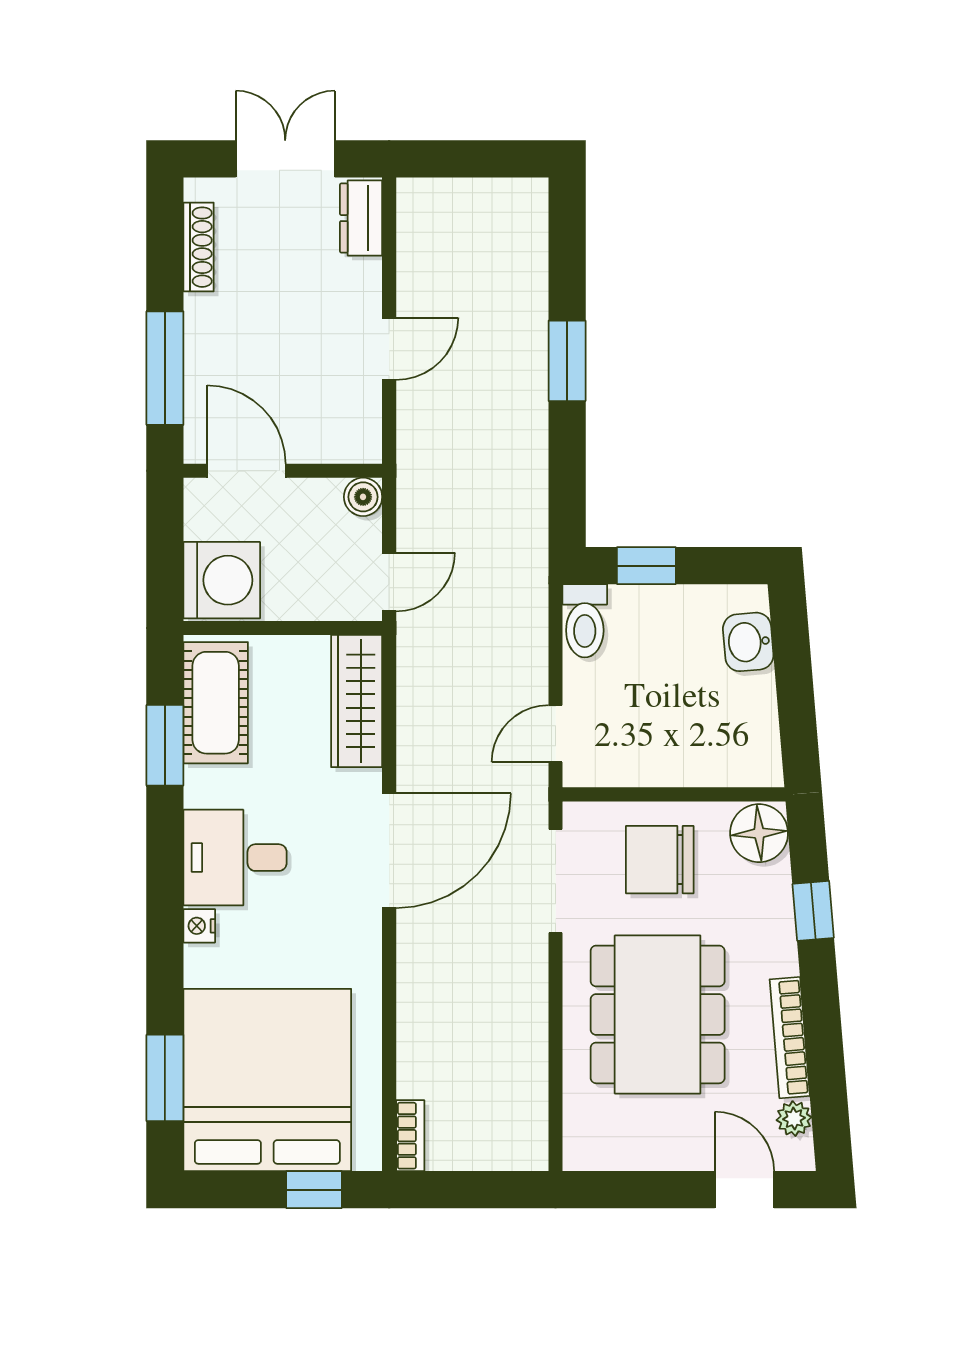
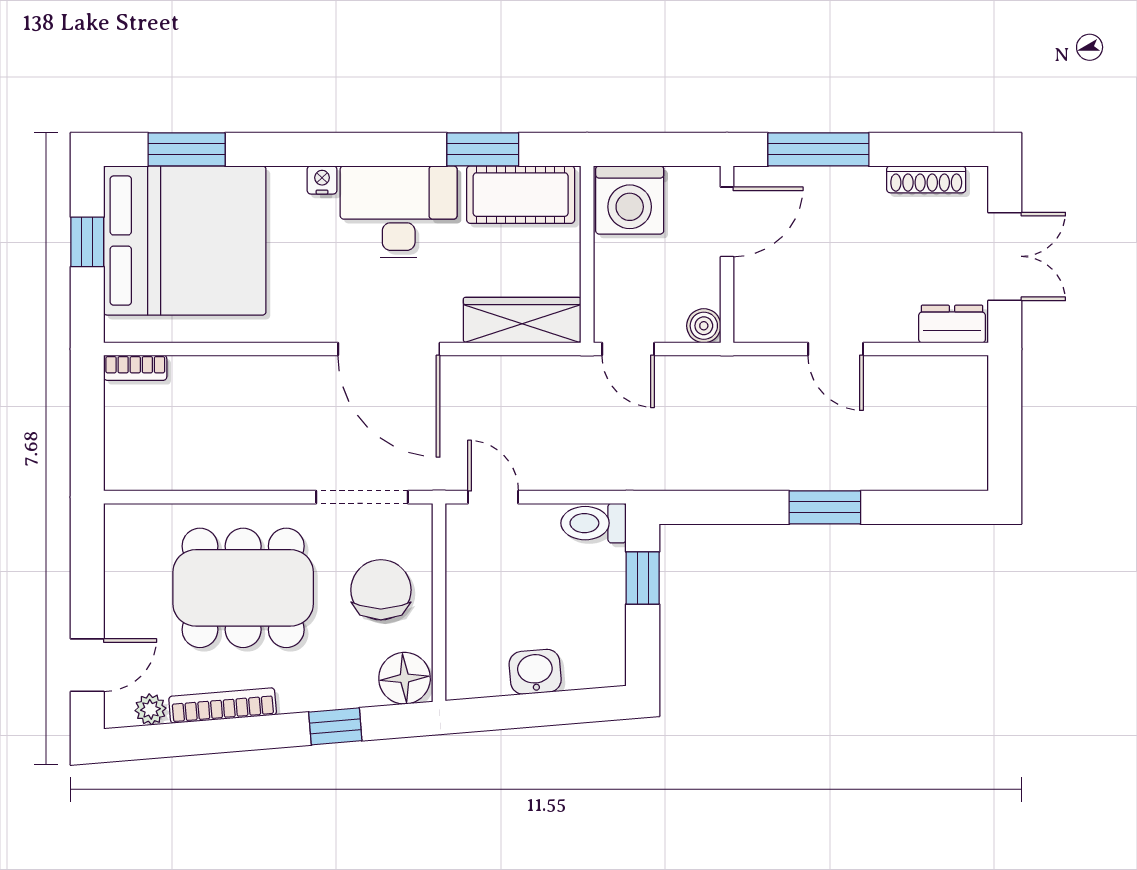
washbasin: (748, 642) -> (535, 672), moved
desk: (235, 858) -> (399, 212), width x1.37
window: (314, 1190) -> (87, 242), moved

